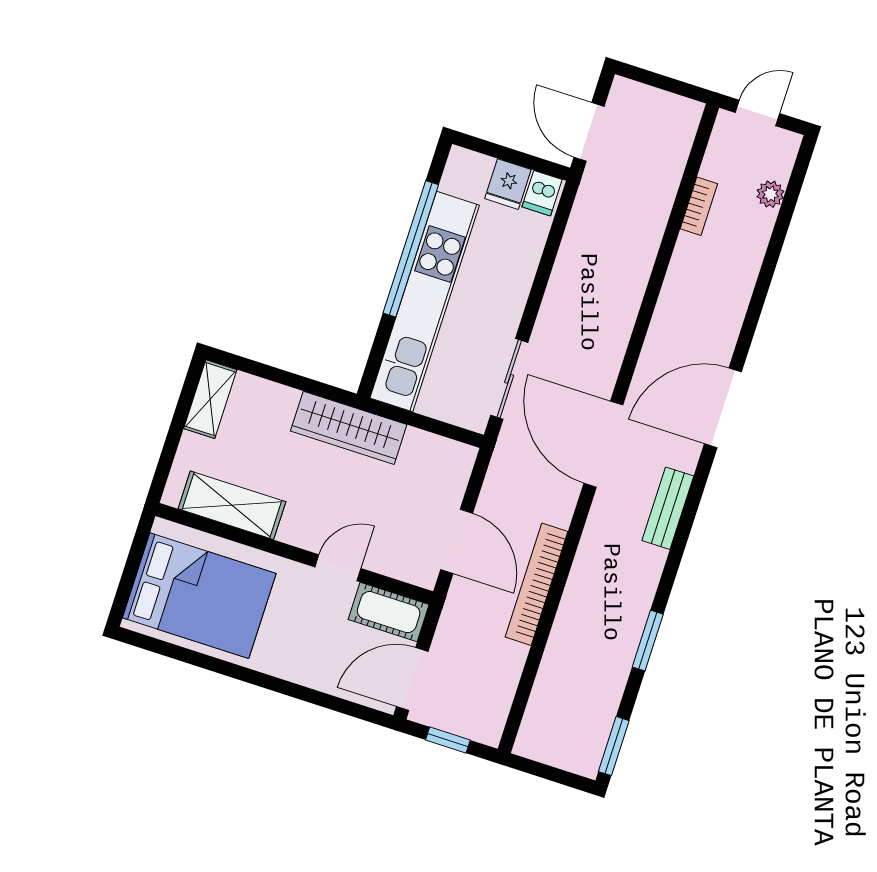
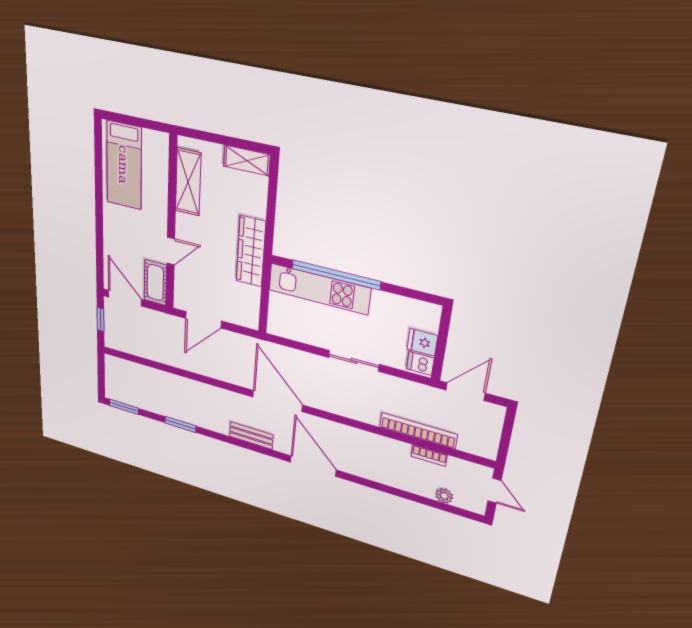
window: (411, 249) -> (336, 275), moved
kitchen unit: (425, 302) -> (319, 289), width x0.73
sliding door: (509, 379) -> (354, 361), moved
door: (603, 444) -> (277, 401), hinge flipped
door: (338, 568) -> (171, 251), hinge flipped
bookcase: (537, 584) -> (418, 431), moved
bed: (199, 596) -> (124, 165), width x0.67

